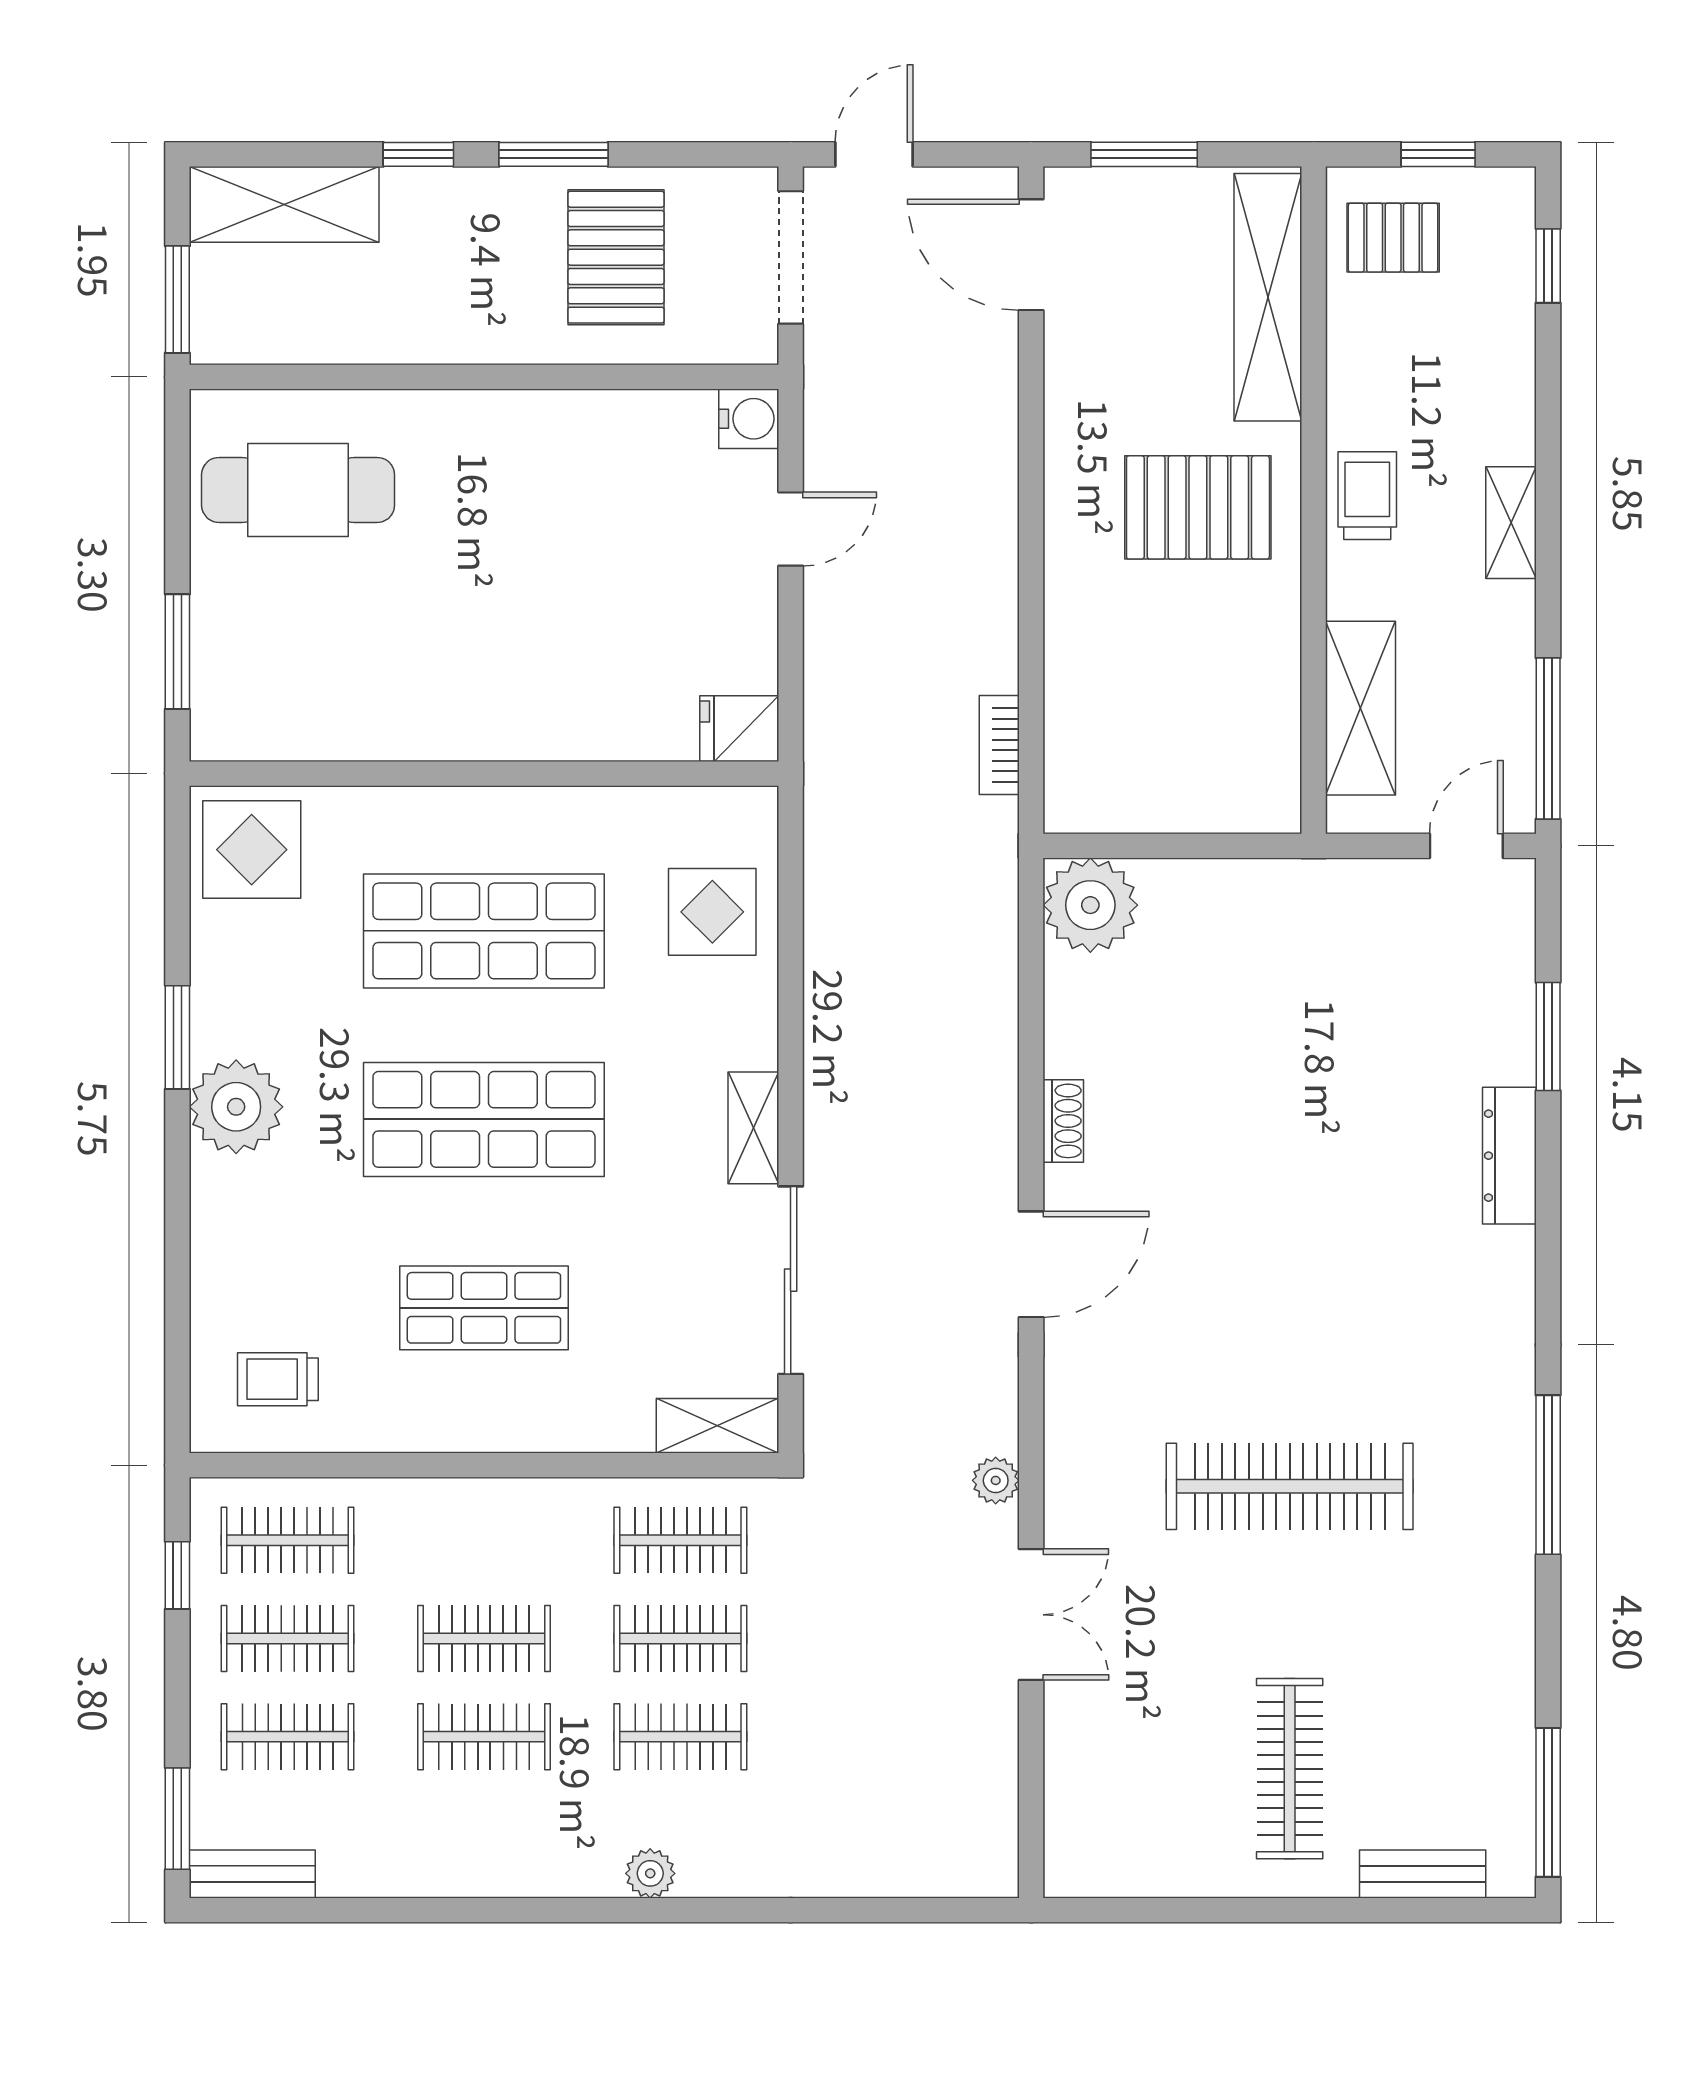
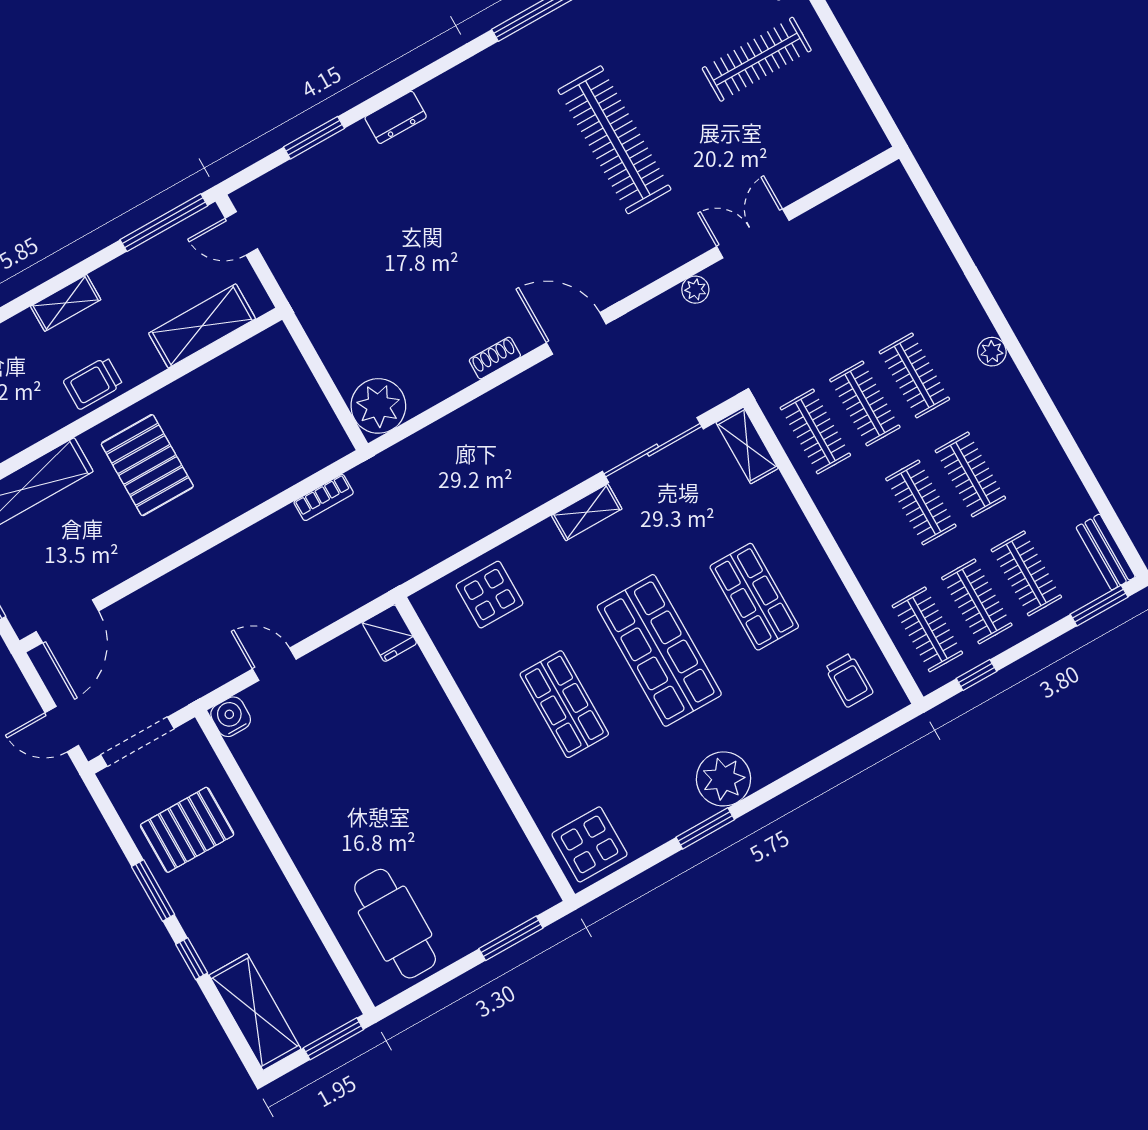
shop shelf: (484, 931) -> (564, 704), width x0.70, depth x0.74
dresser: (1509, 1156) -> (396, 117), width x0.70

